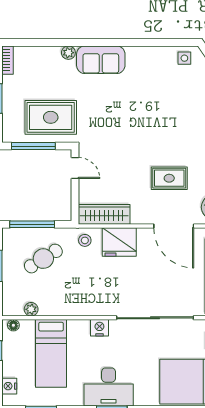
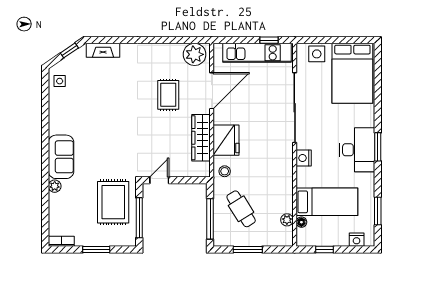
wardrobe: (104, 214) -> (201, 138), moved
floor lamp: (13, 325) -> (301, 222), moved

